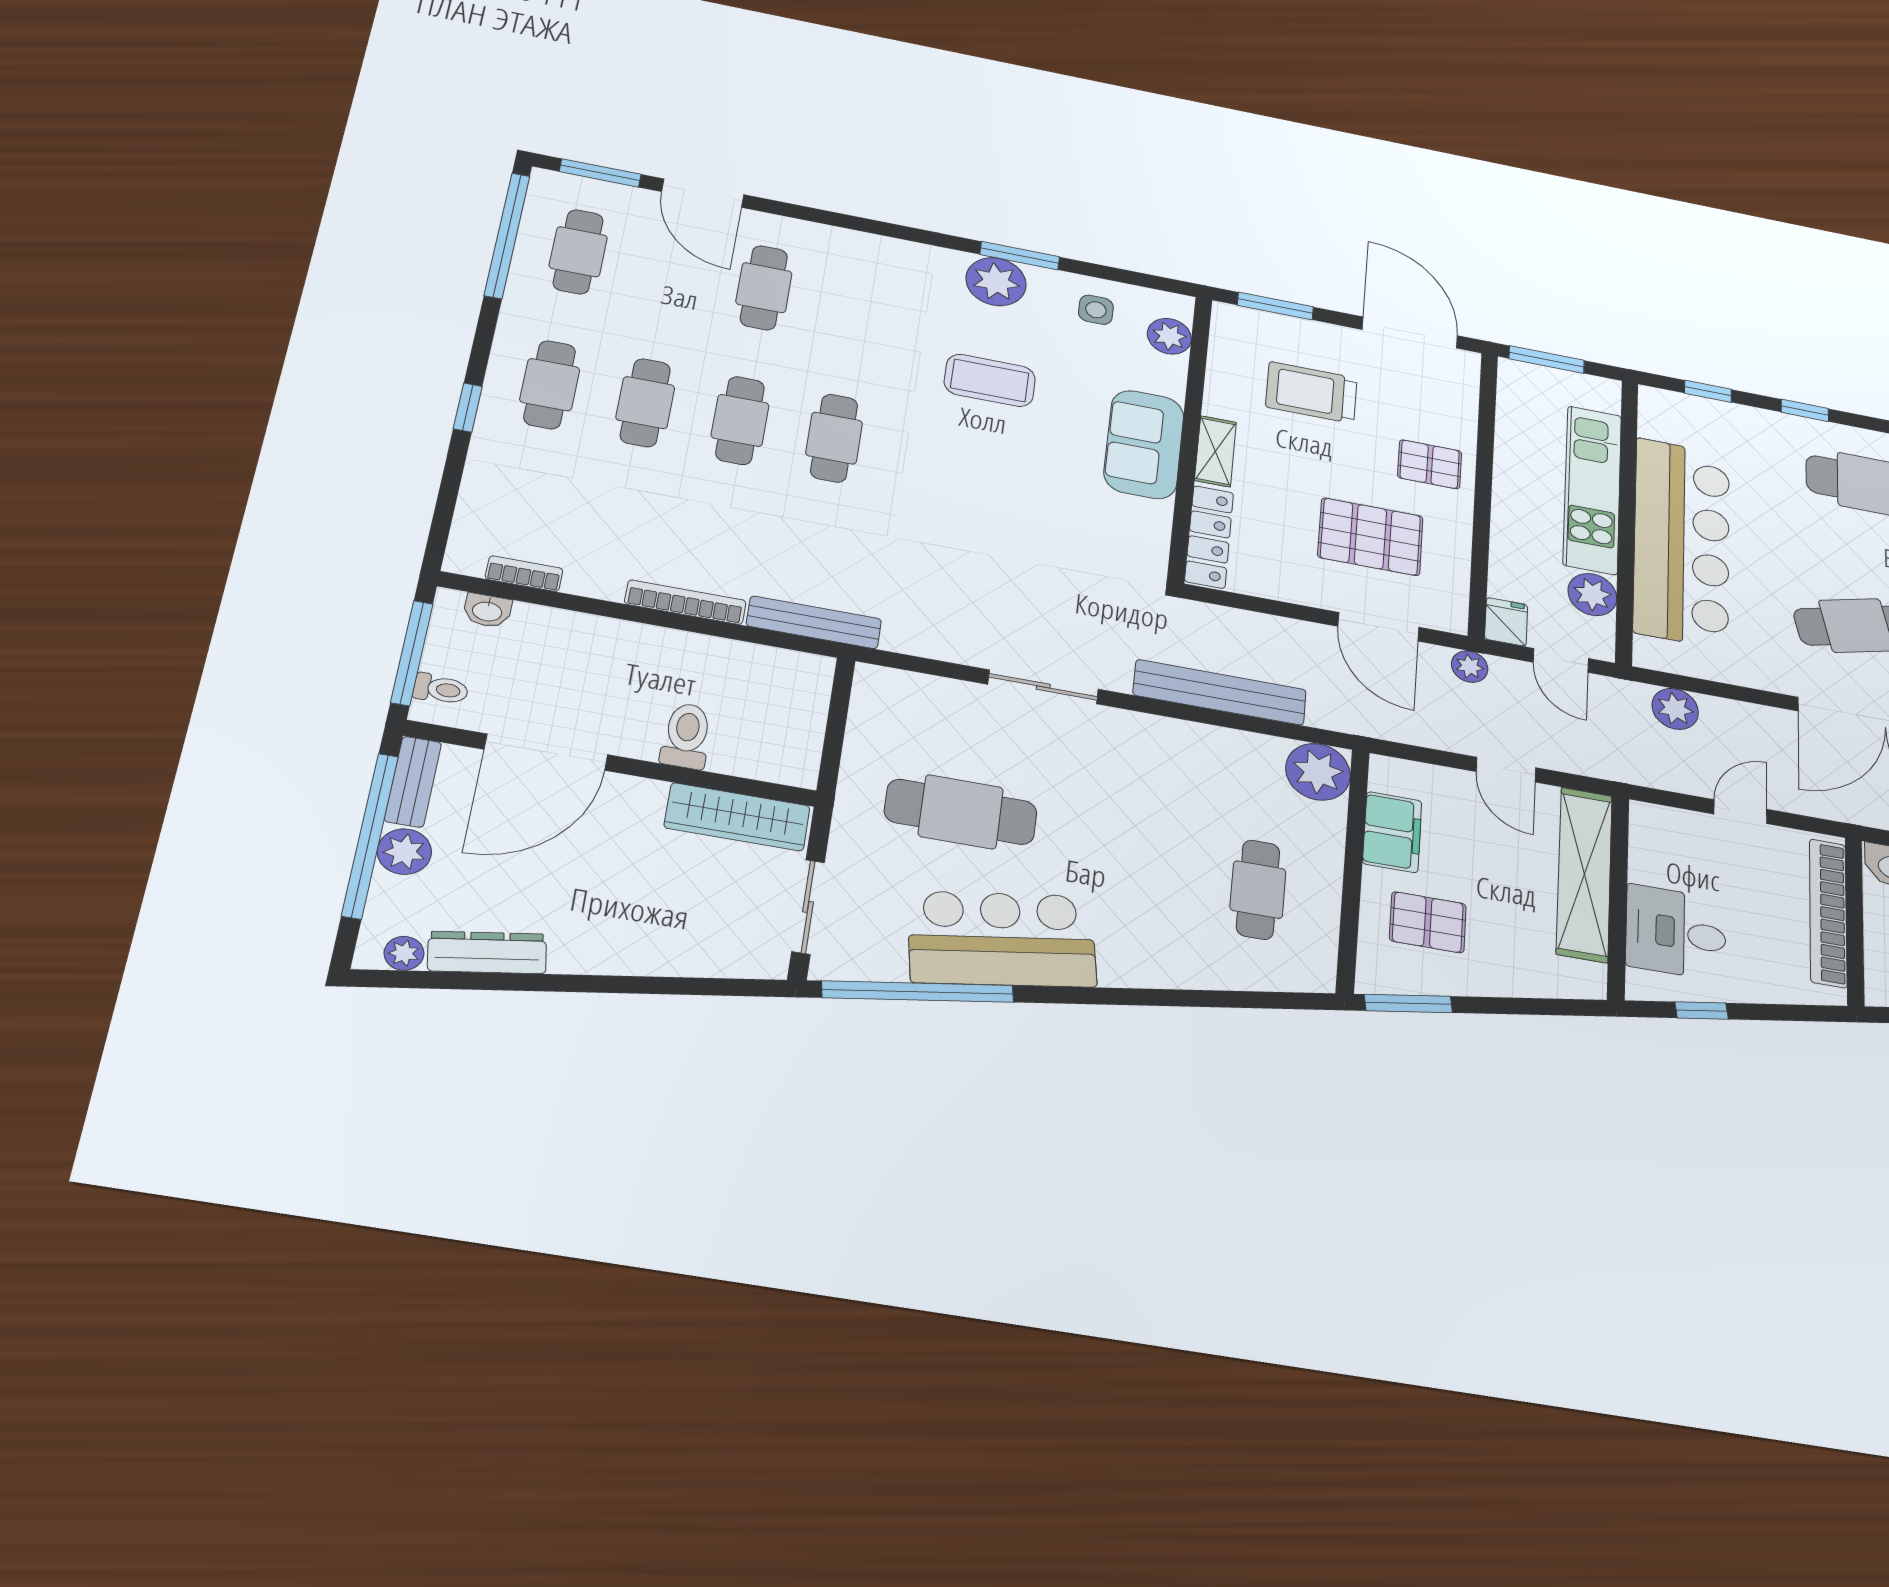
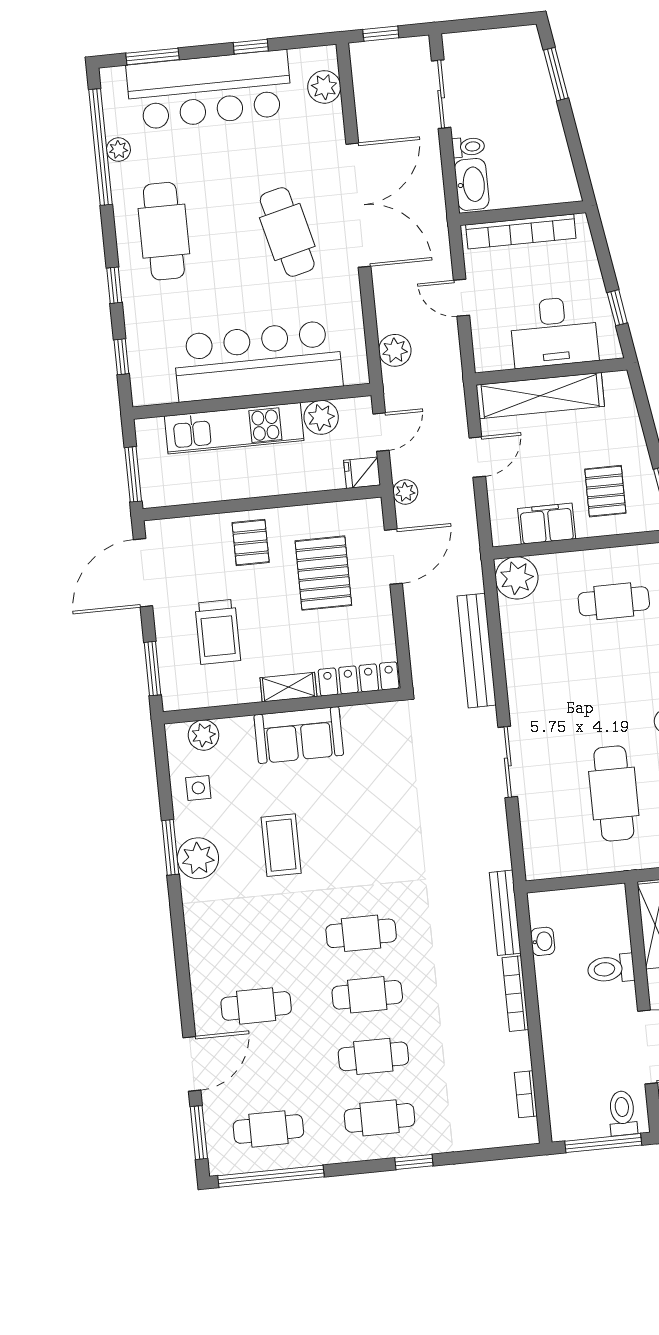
washbasin: (487, 611) -> (543, 941), moved
toilet: (441, 689) -> (622, 1113), width x1.37, depth x1.39
desk: (1676, 932) -> (554, 332), width x1.37

